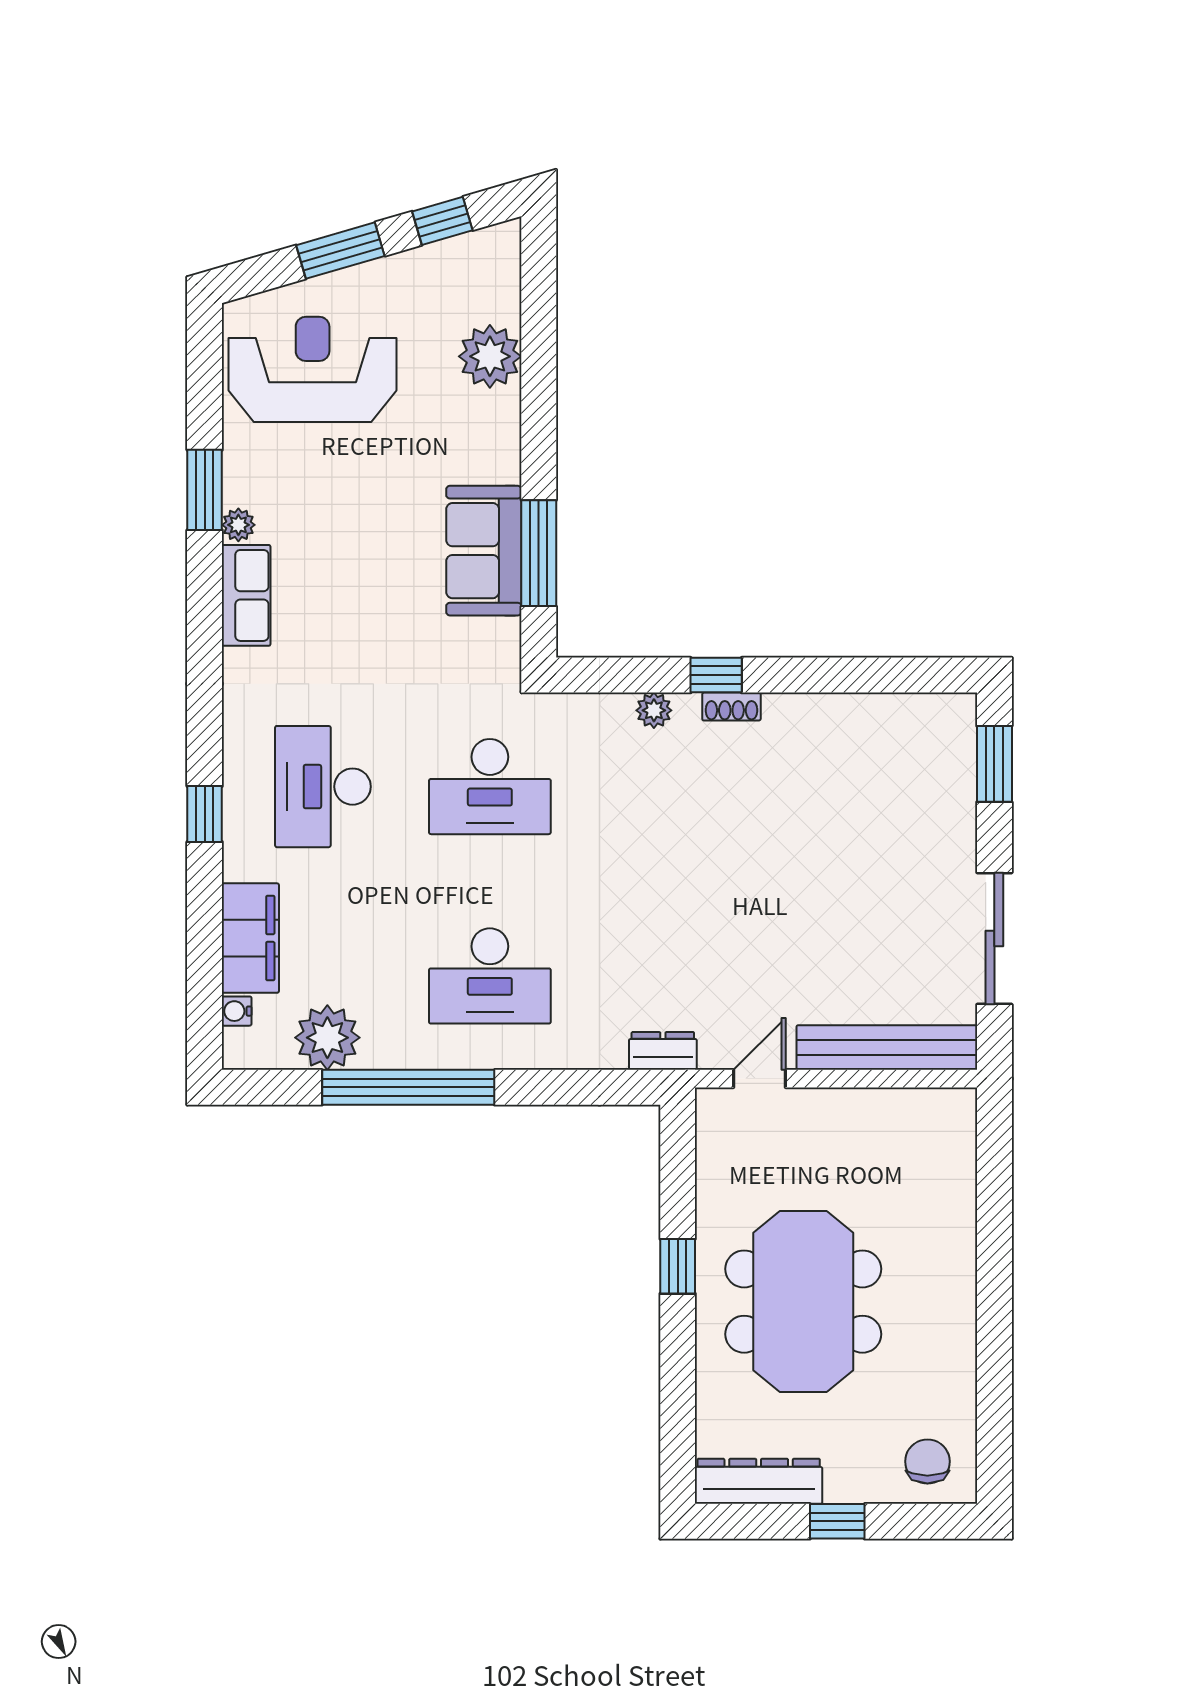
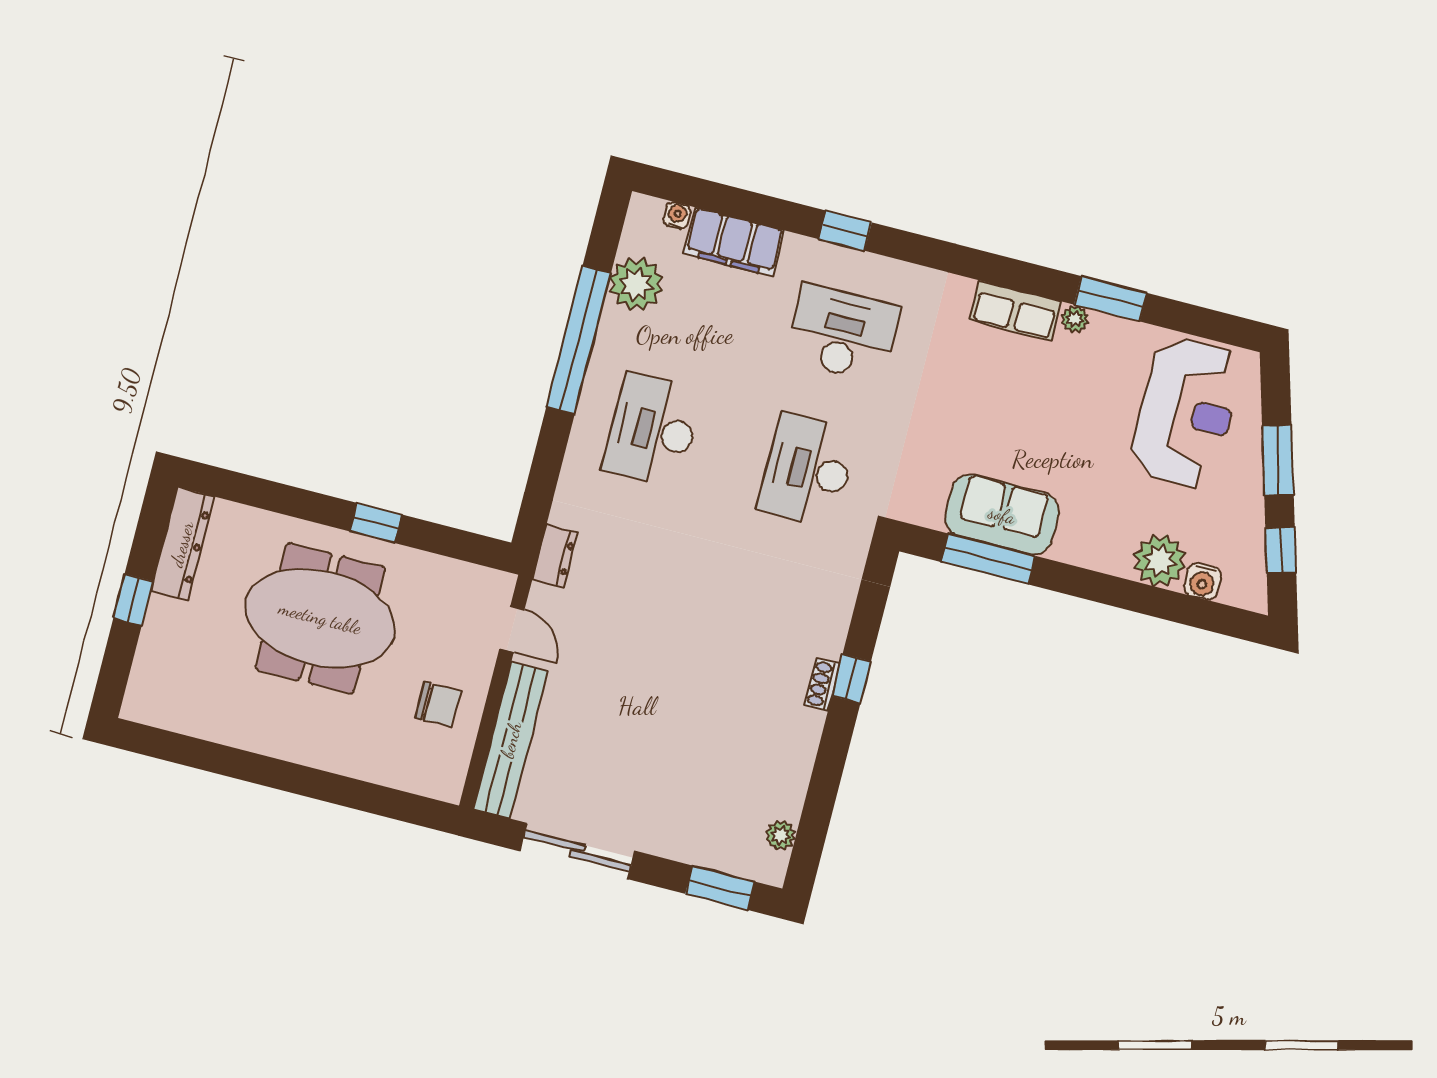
water cooler: (501, 301) -> (1203, 581), added
plant: (654, 710) -> (780, 835), moved
chair: (927, 1461) -> (438, 704), moved

